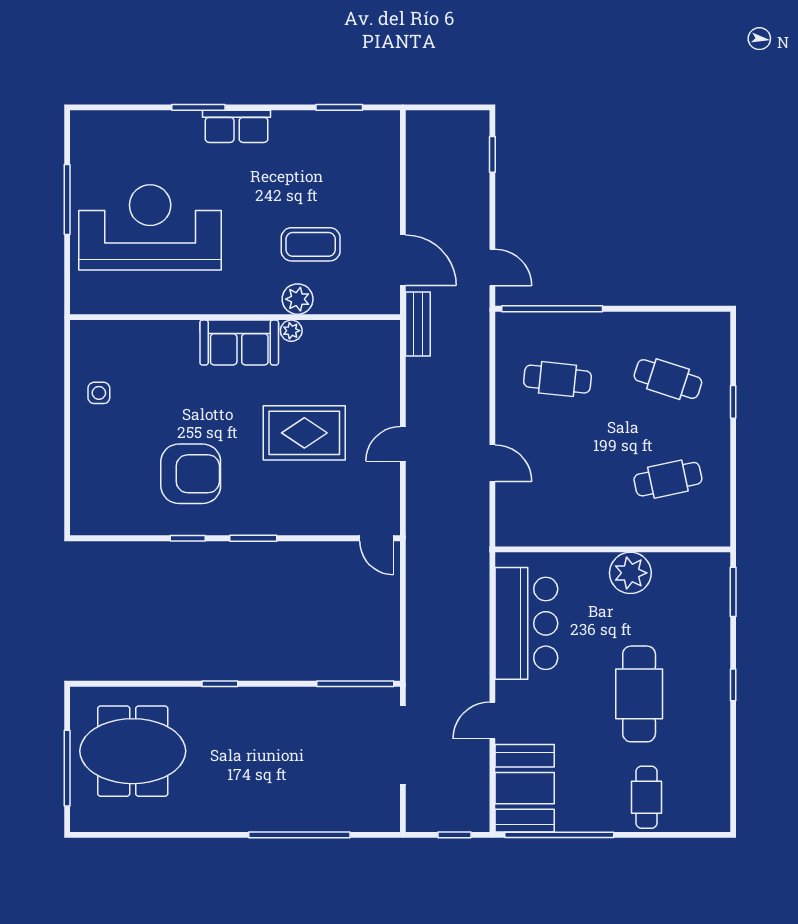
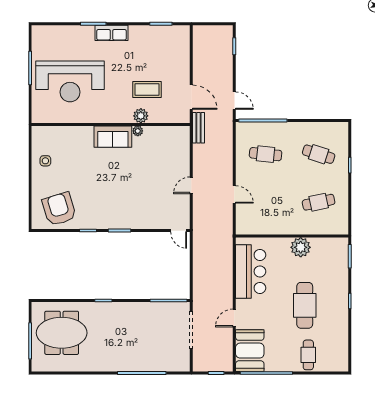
reception desk: (150, 227) -> (70, 81), turned 180
rug: (304, 433) -> (144, 180), removed
armchair: (191, 474) -> (59, 209), moved, turned -107

